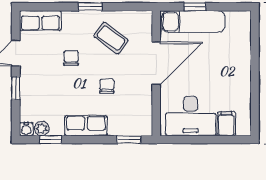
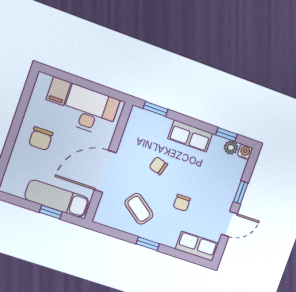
chair: (228, 73) -> (41, 139), added
chair: (107, 86) -> (158, 166), turned 106

